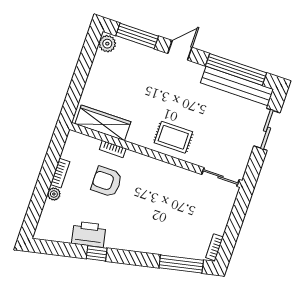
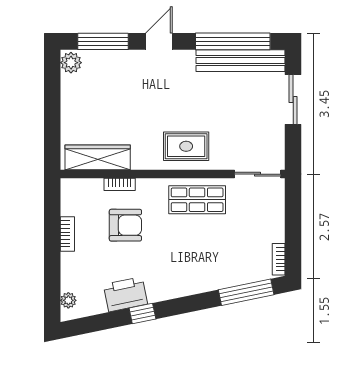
shop shelf: (168, 181) -> (197, 200), added
armchair: (107, 182) -> (125, 225), turned 180
plant: (54, 194) -> (68, 300), moved

